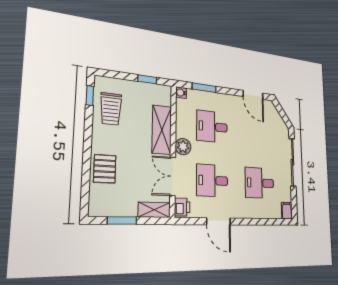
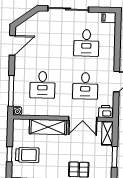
window: (147, 79) -> (9, 154), moved
window: (204, 88) -> (11, 91), width x1.44
trolley: (111, 109) -> (27, 155), moved
plant: (183, 147) -> (60, 110), removed

